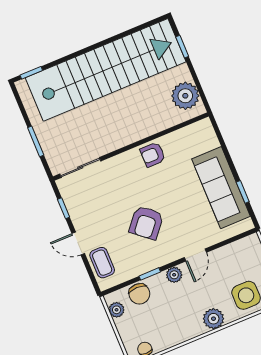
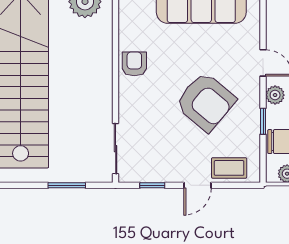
armchair: (153, 155) -> (134, 64), turned 180
armchair: (146, 223) -> (206, 102), width x1.36, depth x1.36

